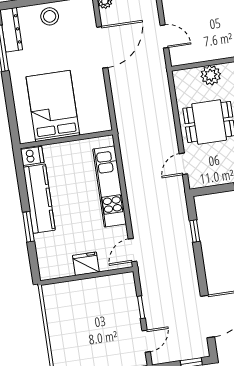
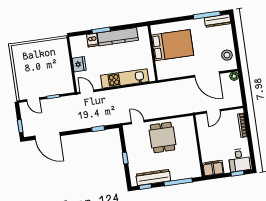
stool: (50, 16) -> (227, 55), moved
plant: (211, 75) -> (190, 139), removed
dishwasher: (32, 156) -> (92, 40), moved

